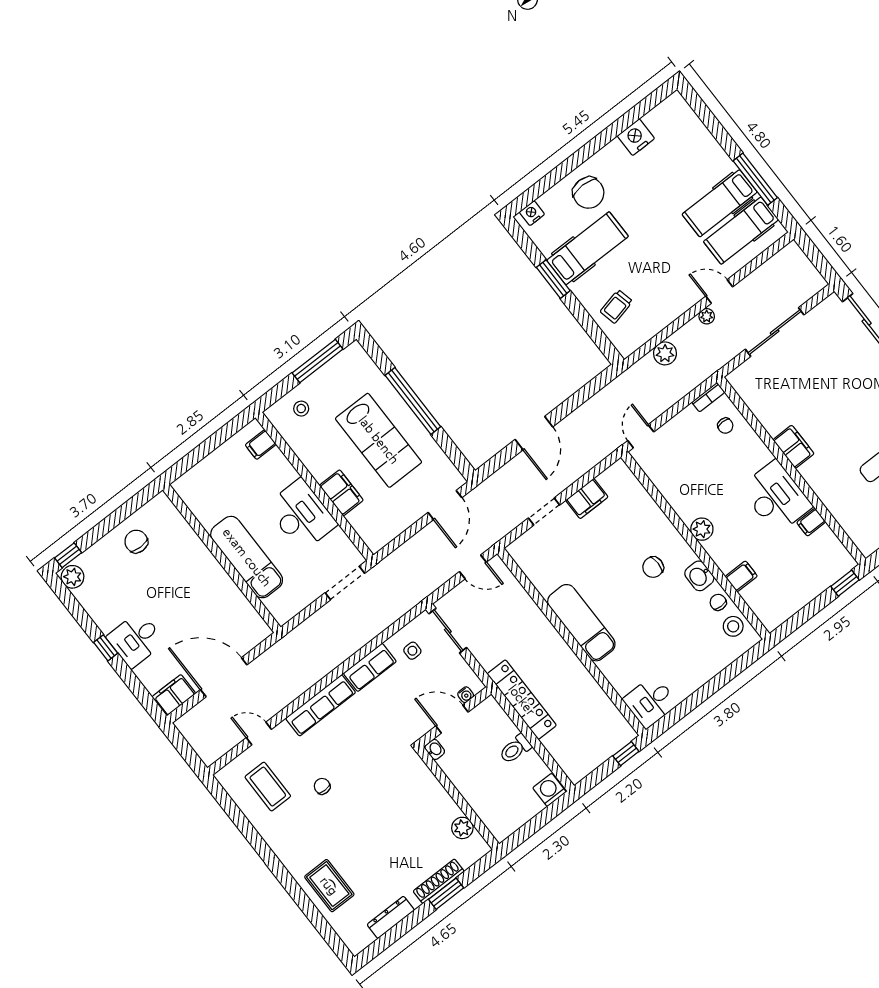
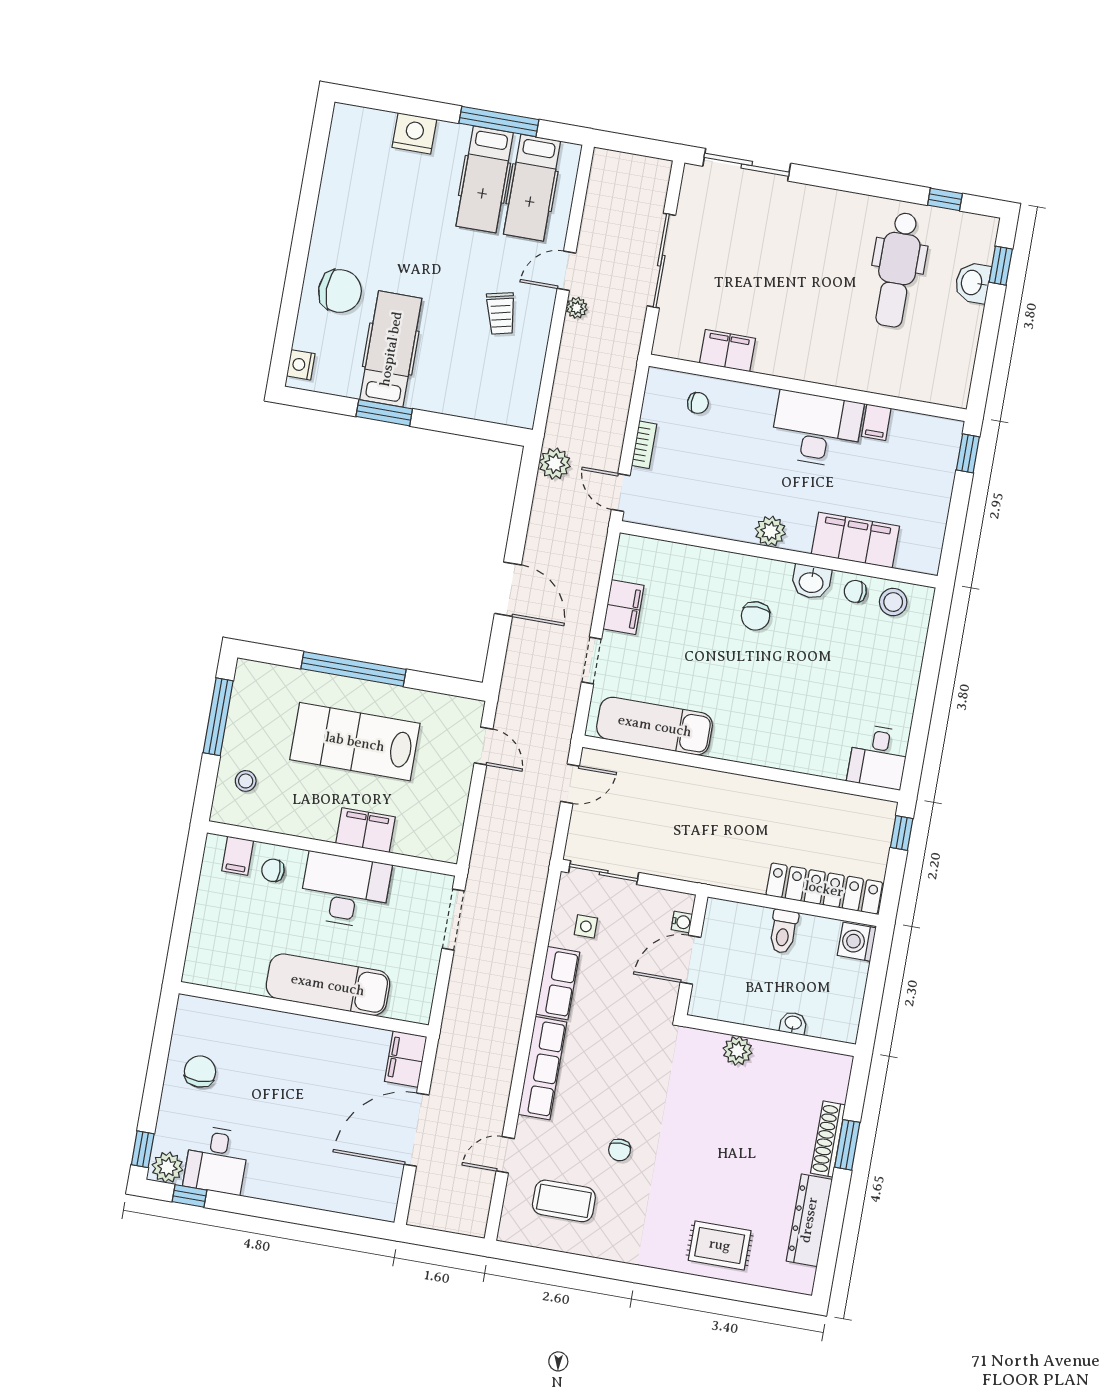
nightstand: (636, 137) -> (414, 133), moved, turned 90
trolley: (616, 307) -> (501, 313), moved
plant: (665, 353) -> (555, 464), moved
bookcase: (708, 397) -> (644, 445), moved
lab bench: (379, 440) -> (355, 742), turned 180
filing cabinet: (793, 447) -> (727, 351), moved
chair: (273, 469) -> (273, 870), added
door: (445, 505) -> (484, 746), width x0.73
chair: (136, 541) -> (200, 1072), turned 90
filing cabinet: (741, 576) -> (855, 540), width x3.00, depth x1.17
exam couch: (581, 623) -> (655, 726), moved
desk: (136, 640) -> (217, 1160), moved
window: (106, 648) -> (189, 1196), moved
filing cabinet: (174, 695) -> (406, 1059), moved
locker: (522, 700) -> (824, 889), moved
washbasin: (435, 749) -> (793, 1023), moved
chair: (322, 786) -> (620, 1150), turned -90
plant: (462, 828) -> (738, 1051), moved
dresser: (391, 917) -> (809, 1220), width x1.37, depth x1.24

